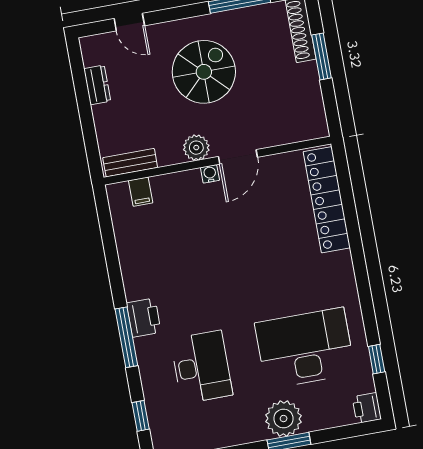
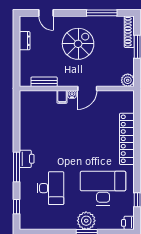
plant: (196, 148) -> (128, 80), moved
bench: (130, 163) -> (44, 82), moved
filing cabinet: (141, 192) -> (62, 97), moved
locker: (327, 200) -> (127, 139), moved

